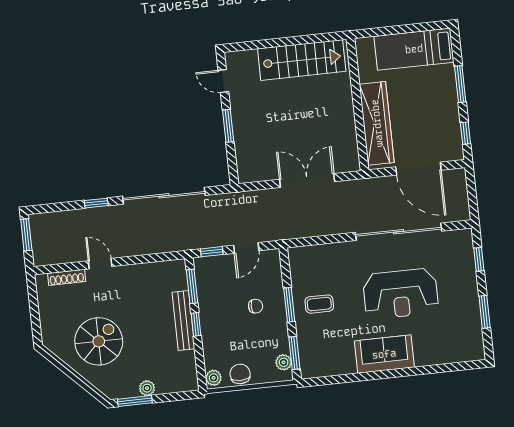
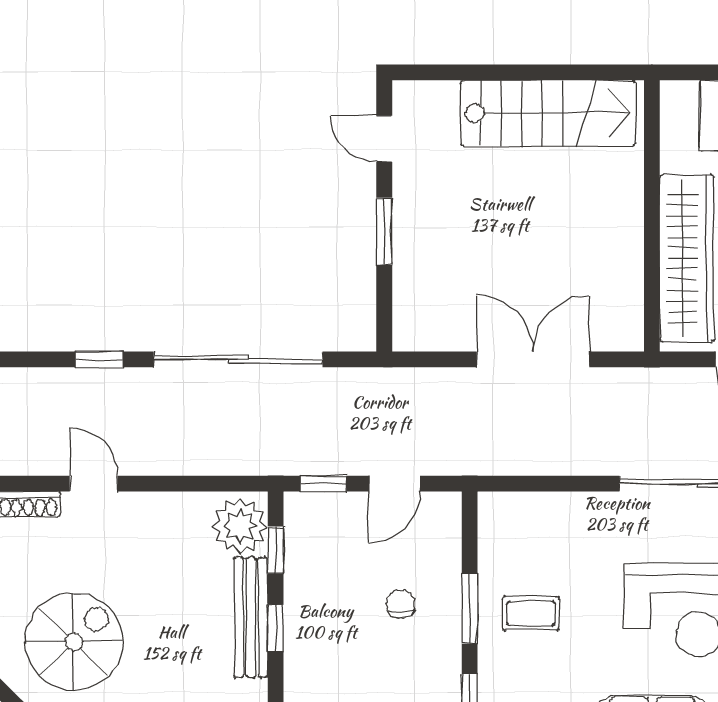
plant: (173, 277) -> (240, 526), added
window: (192, 286) -> (276, 550), width x0.67
chair: (256, 306) -> (401, 604), turned -90

